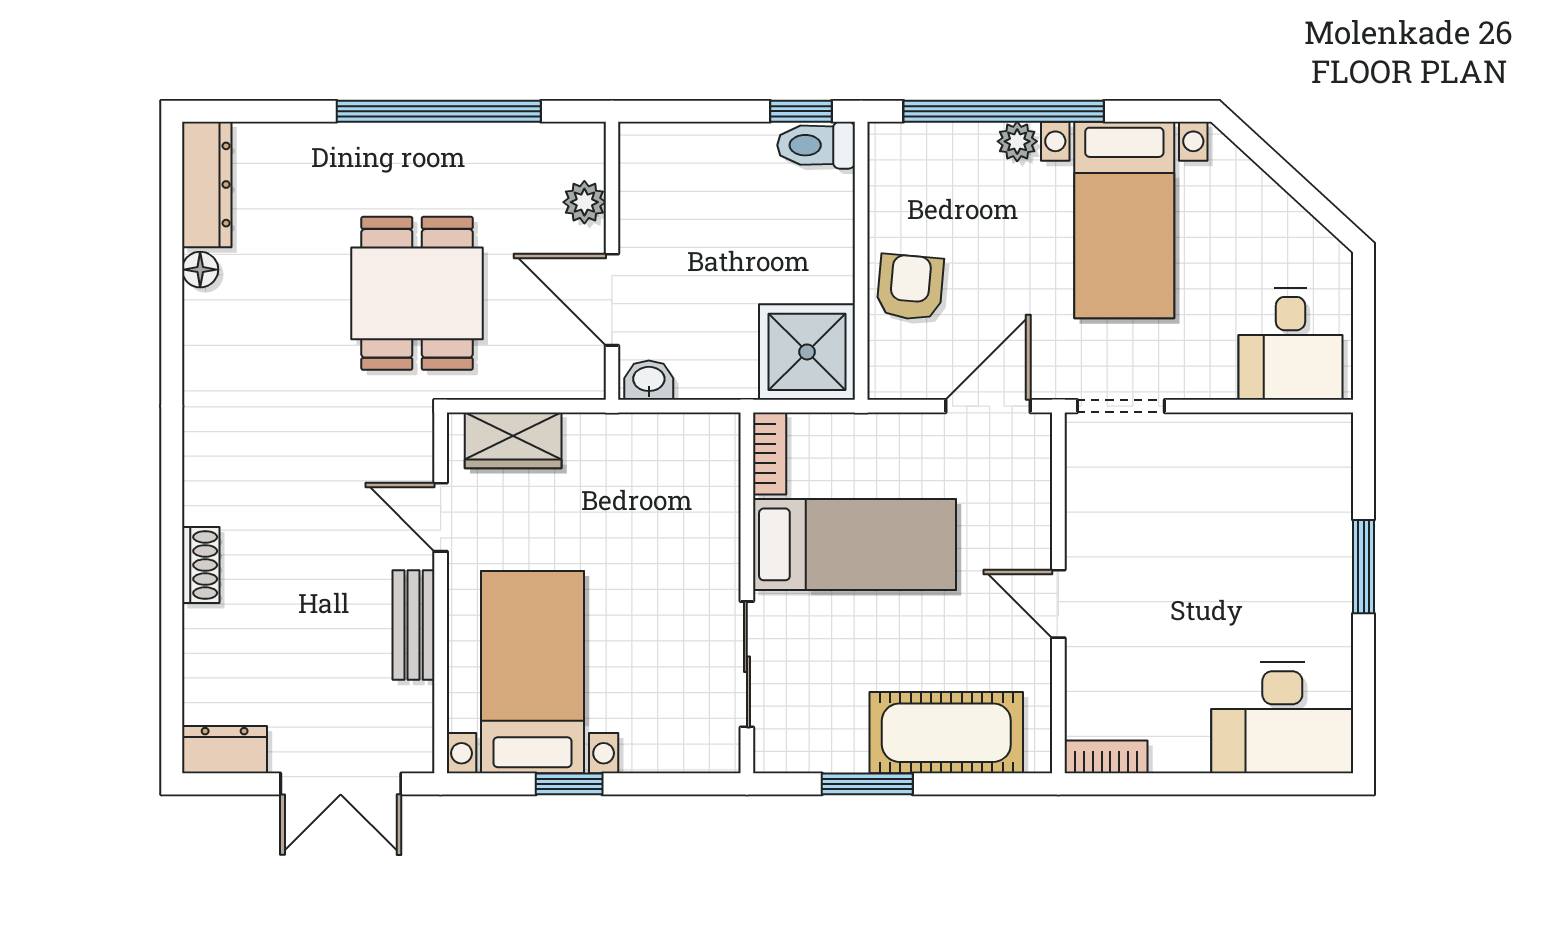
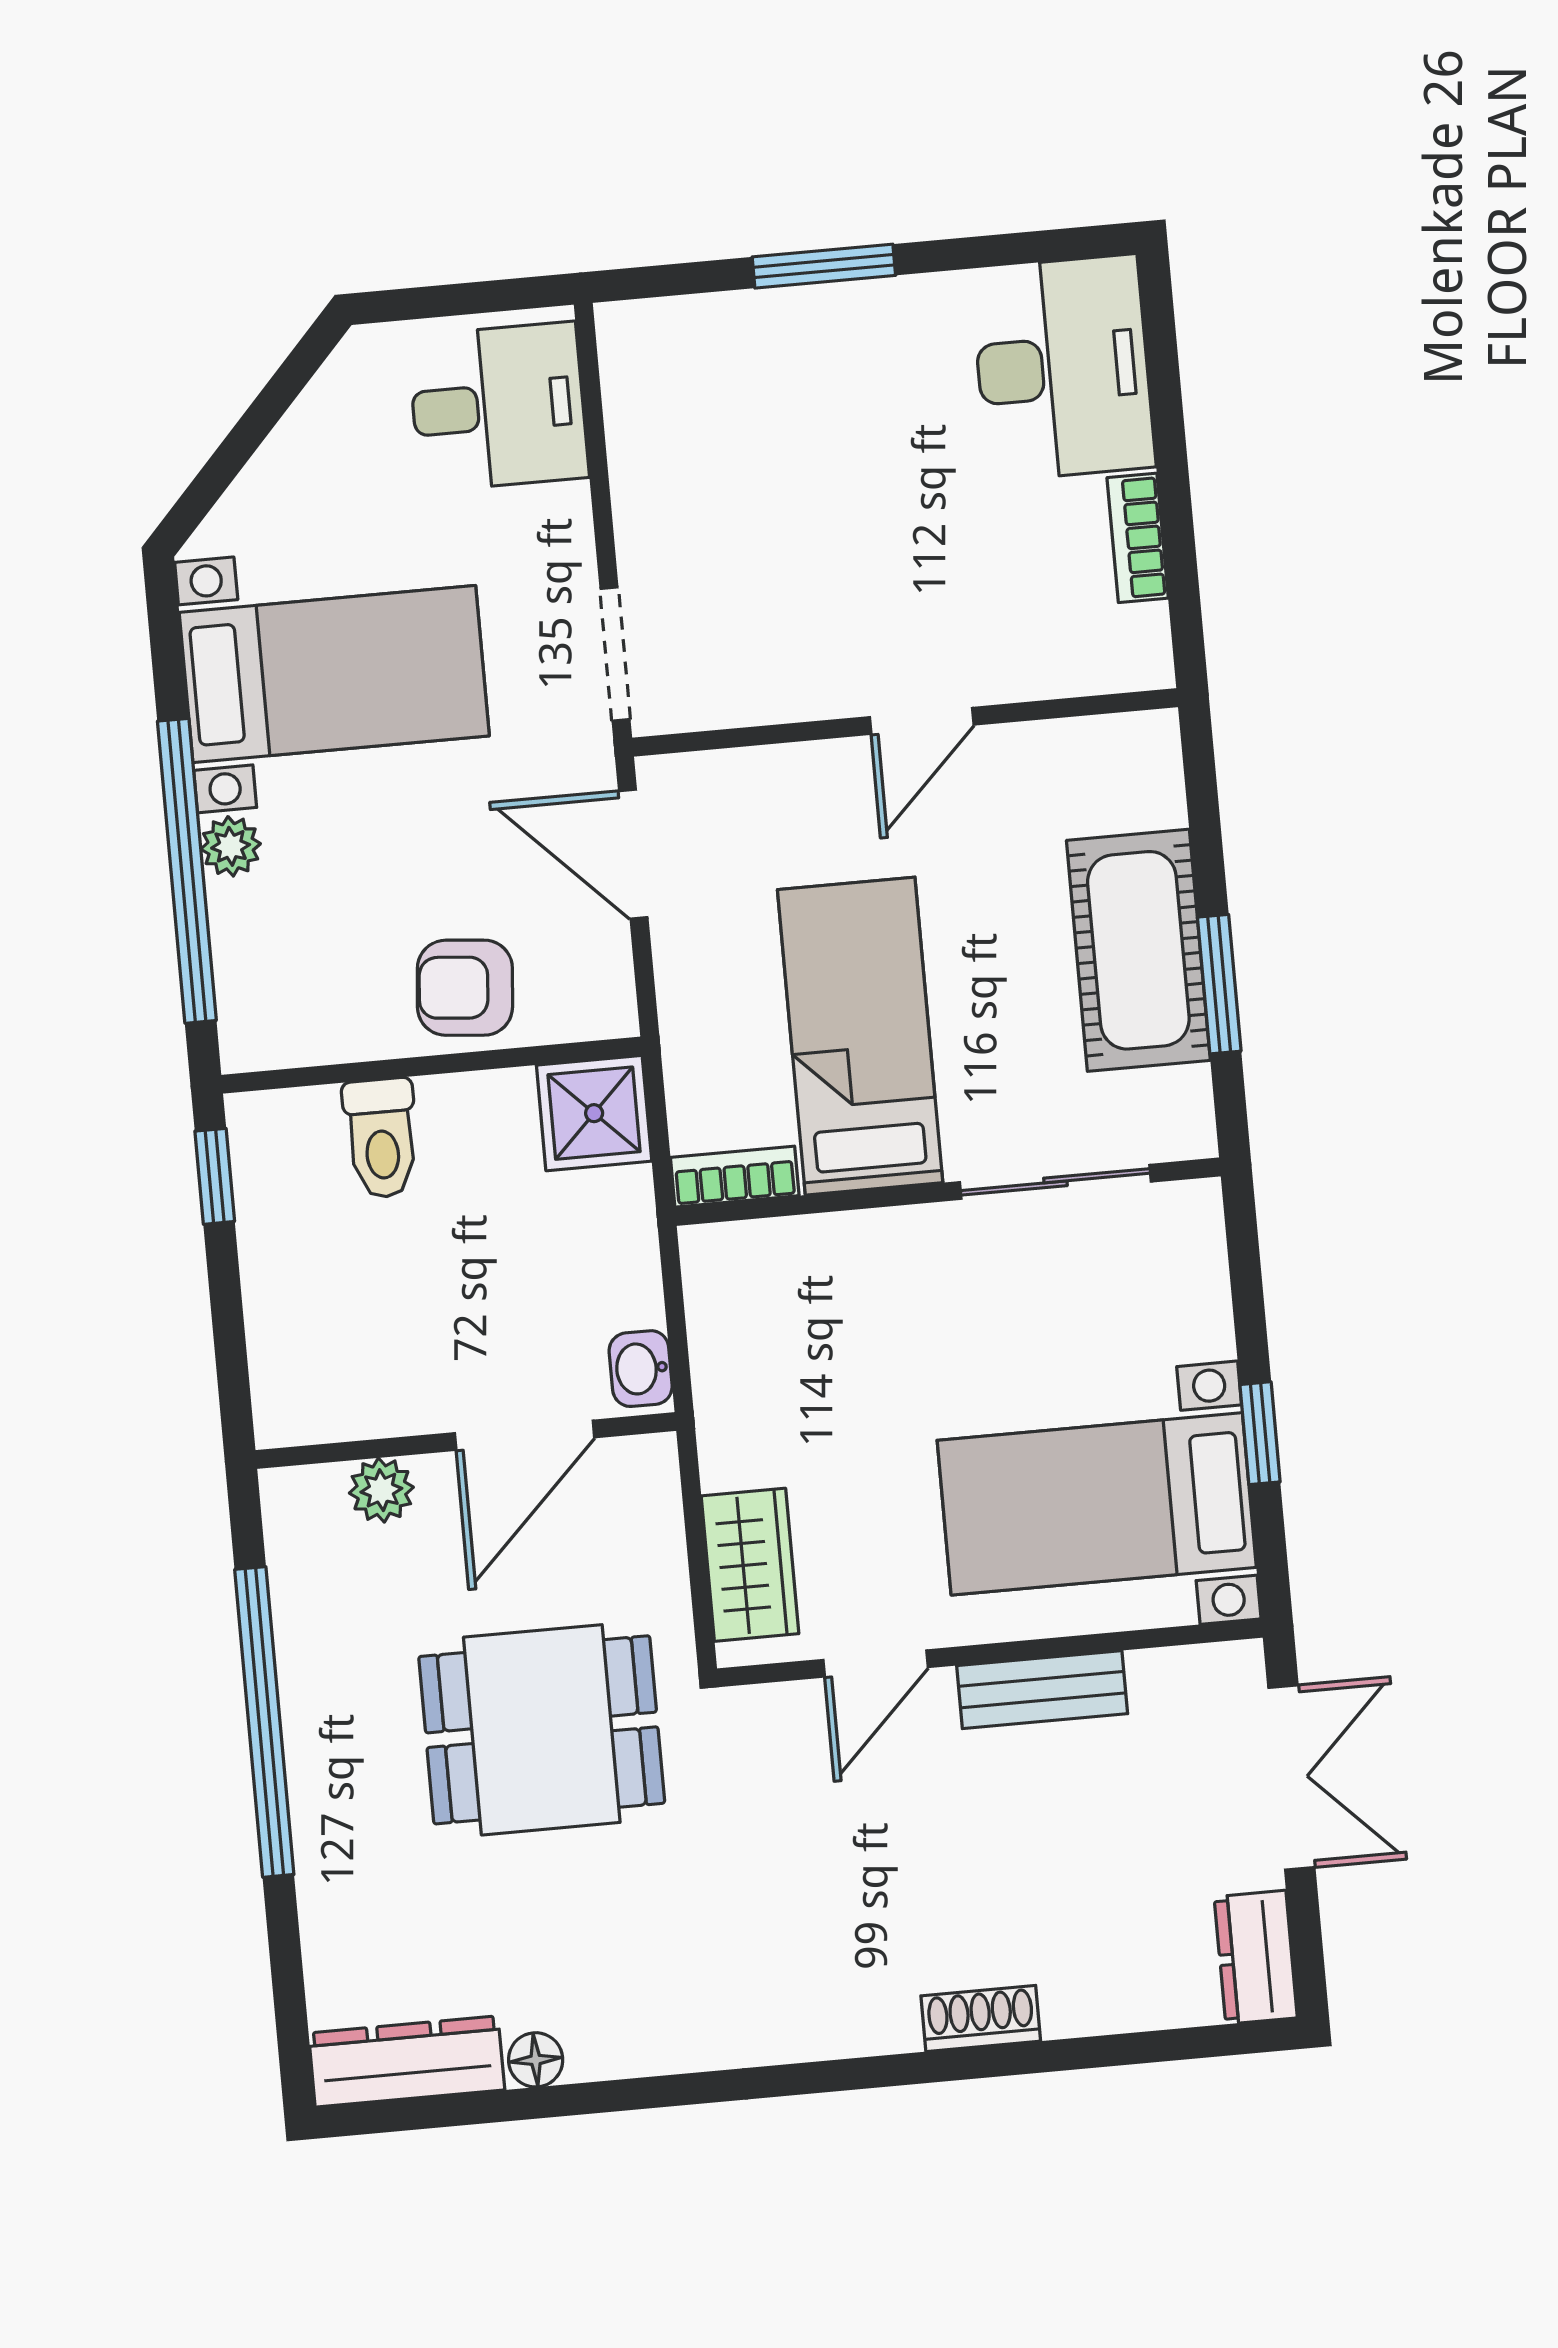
toilet: (816, 145) -> (381, 1138), moved
shower: (807, 352) -> (594, 1113), width x0.73, depth x0.73
cot: (946, 733) -> (1138, 950), moved
bookcase: (1106, 757) -> (1138, 538), moved

